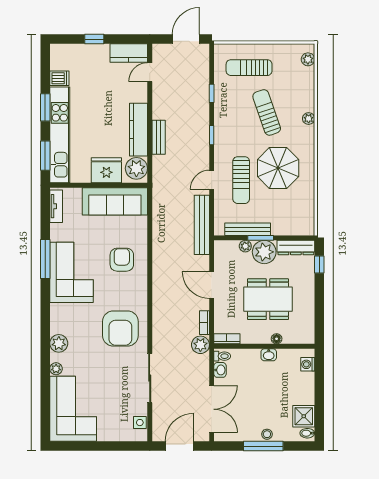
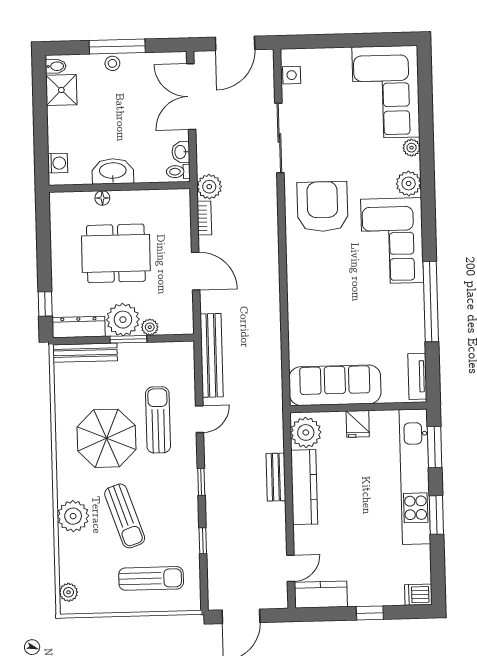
dishwasher: (59, 78) -> (418, 595), moved
plant: (309, 119) -> (73, 516), width x1.88, depth x1.88
fridge: (106, 170) -> (358, 424), width x0.53, depth x0.75
bench: (248, 229) -> (85, 353), moved
window: (45, 259) -> (431, 302), width x1.46
armchair: (122, 260) -> (323, 304), removed
corner sofa: (71, 272) -> (392, 241), moved
bookcase: (227, 339) -> (172, 196), removed
washbasin: (269, 355) -> (113, 171), width x1.91, depth x1.45

